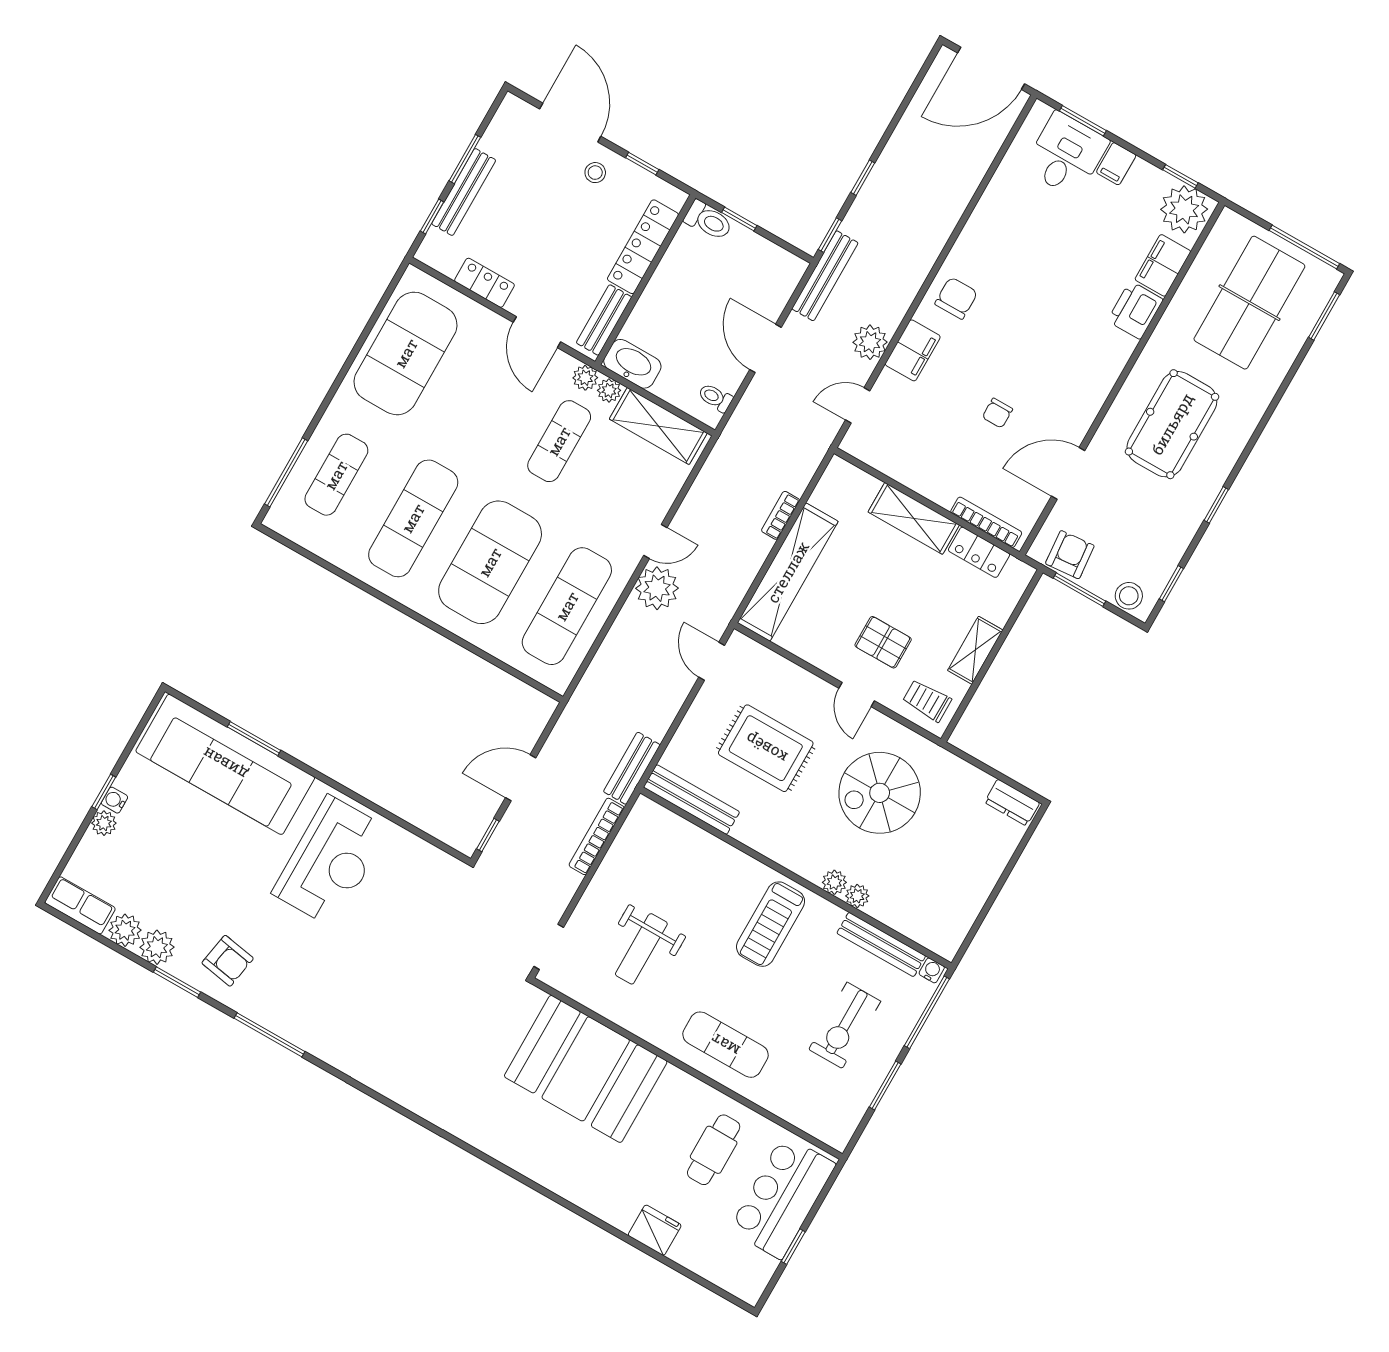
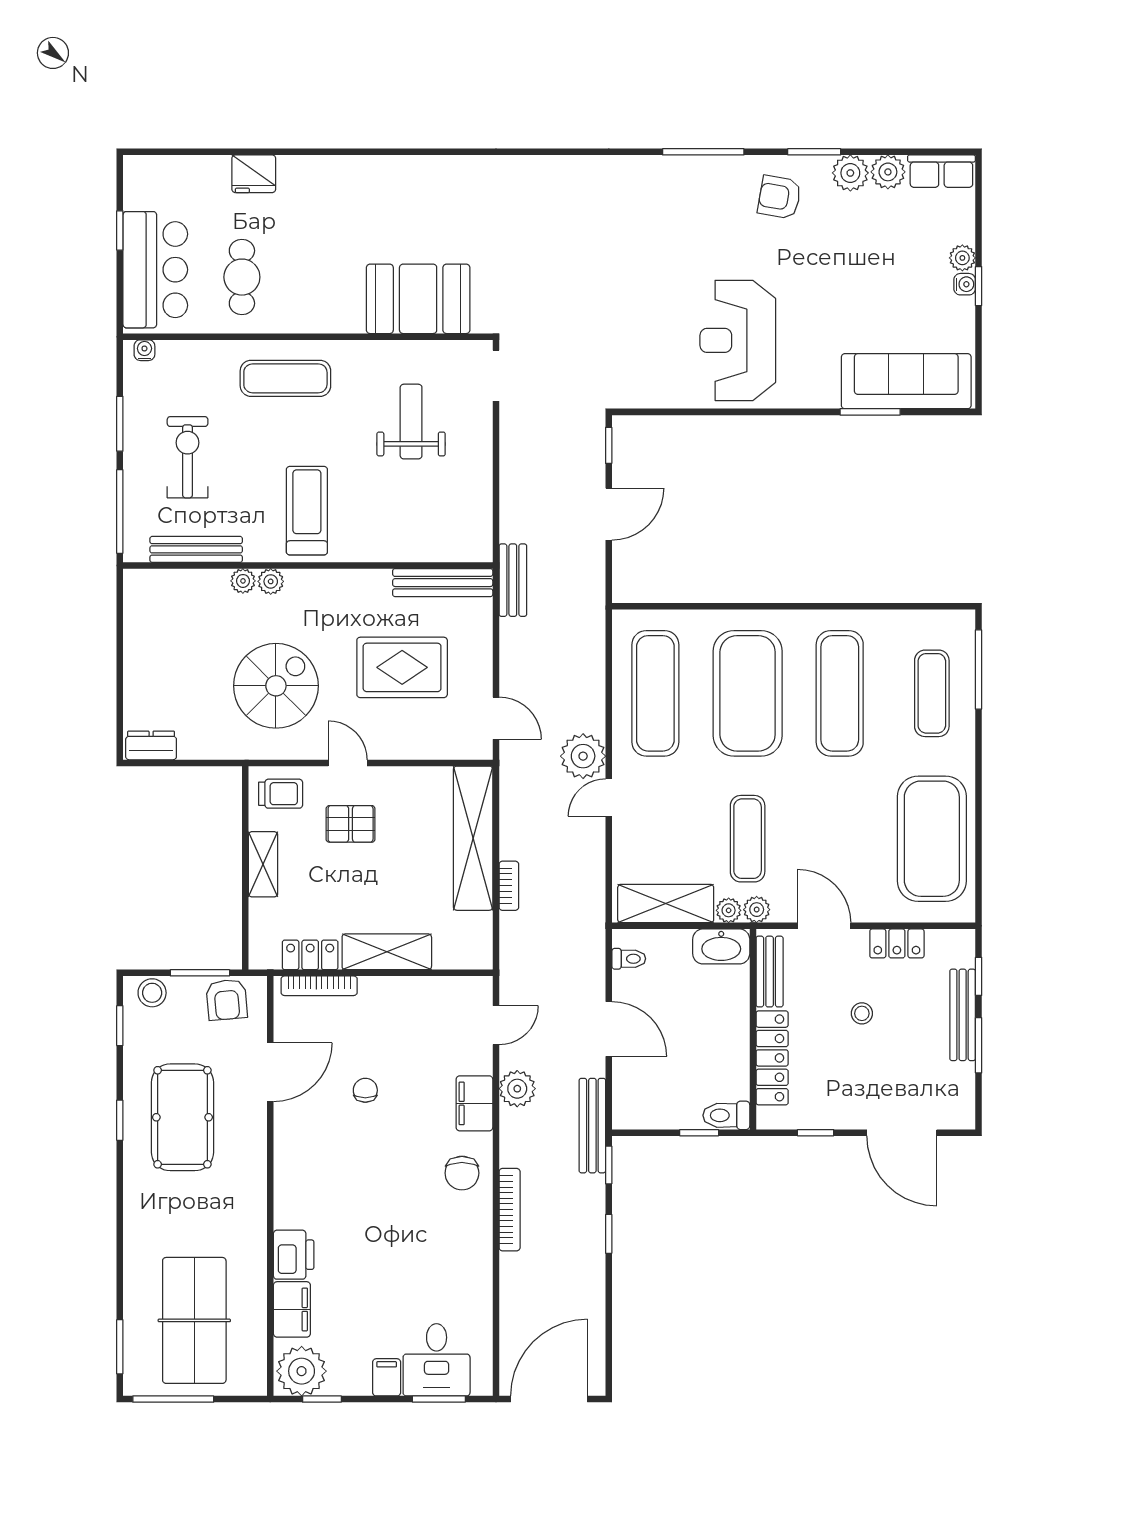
stool: (595, 173) -> (862, 1013), moved
pool table: (1172, 424) -> (182, 1117), moved
sofa: (225, 764) -> (906, 381), width x0.74, depth x0.79
bookcase: (597, 836) -> (510, 1210), moved
water cooler: (932, 970) -> (144, 350), moved, turned 180
booth: (586, 1069) -> (418, 299), width x0.73, depth x0.70

